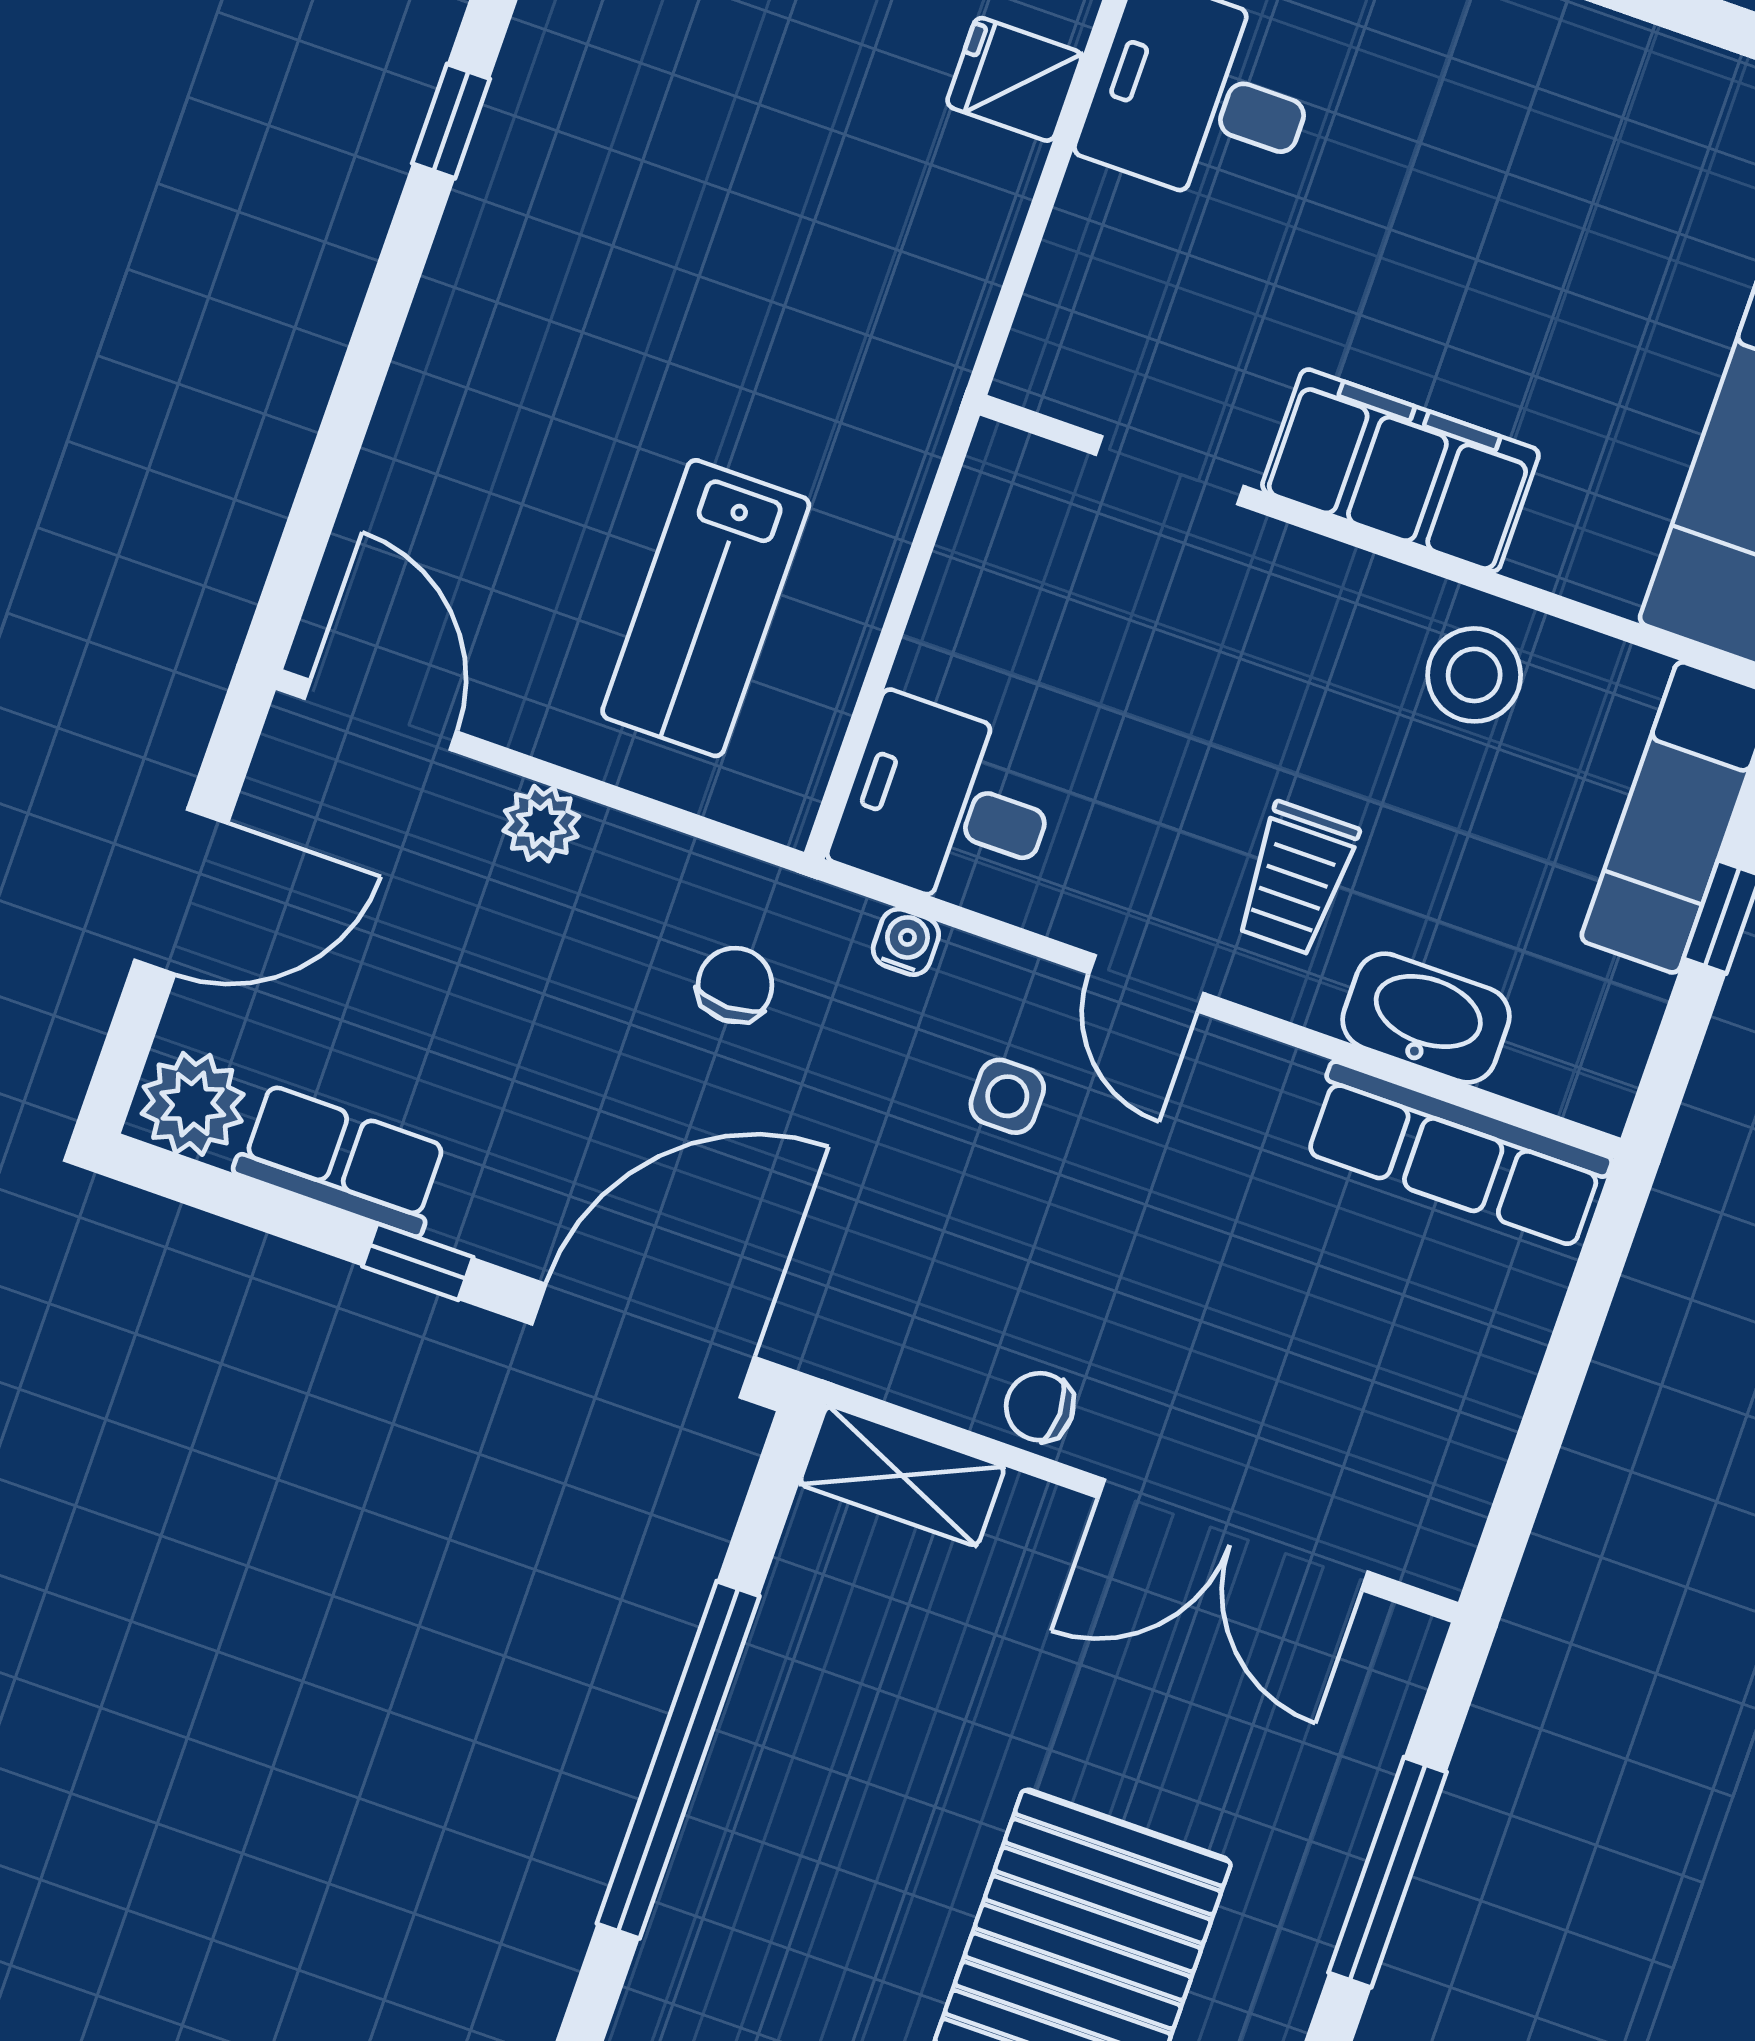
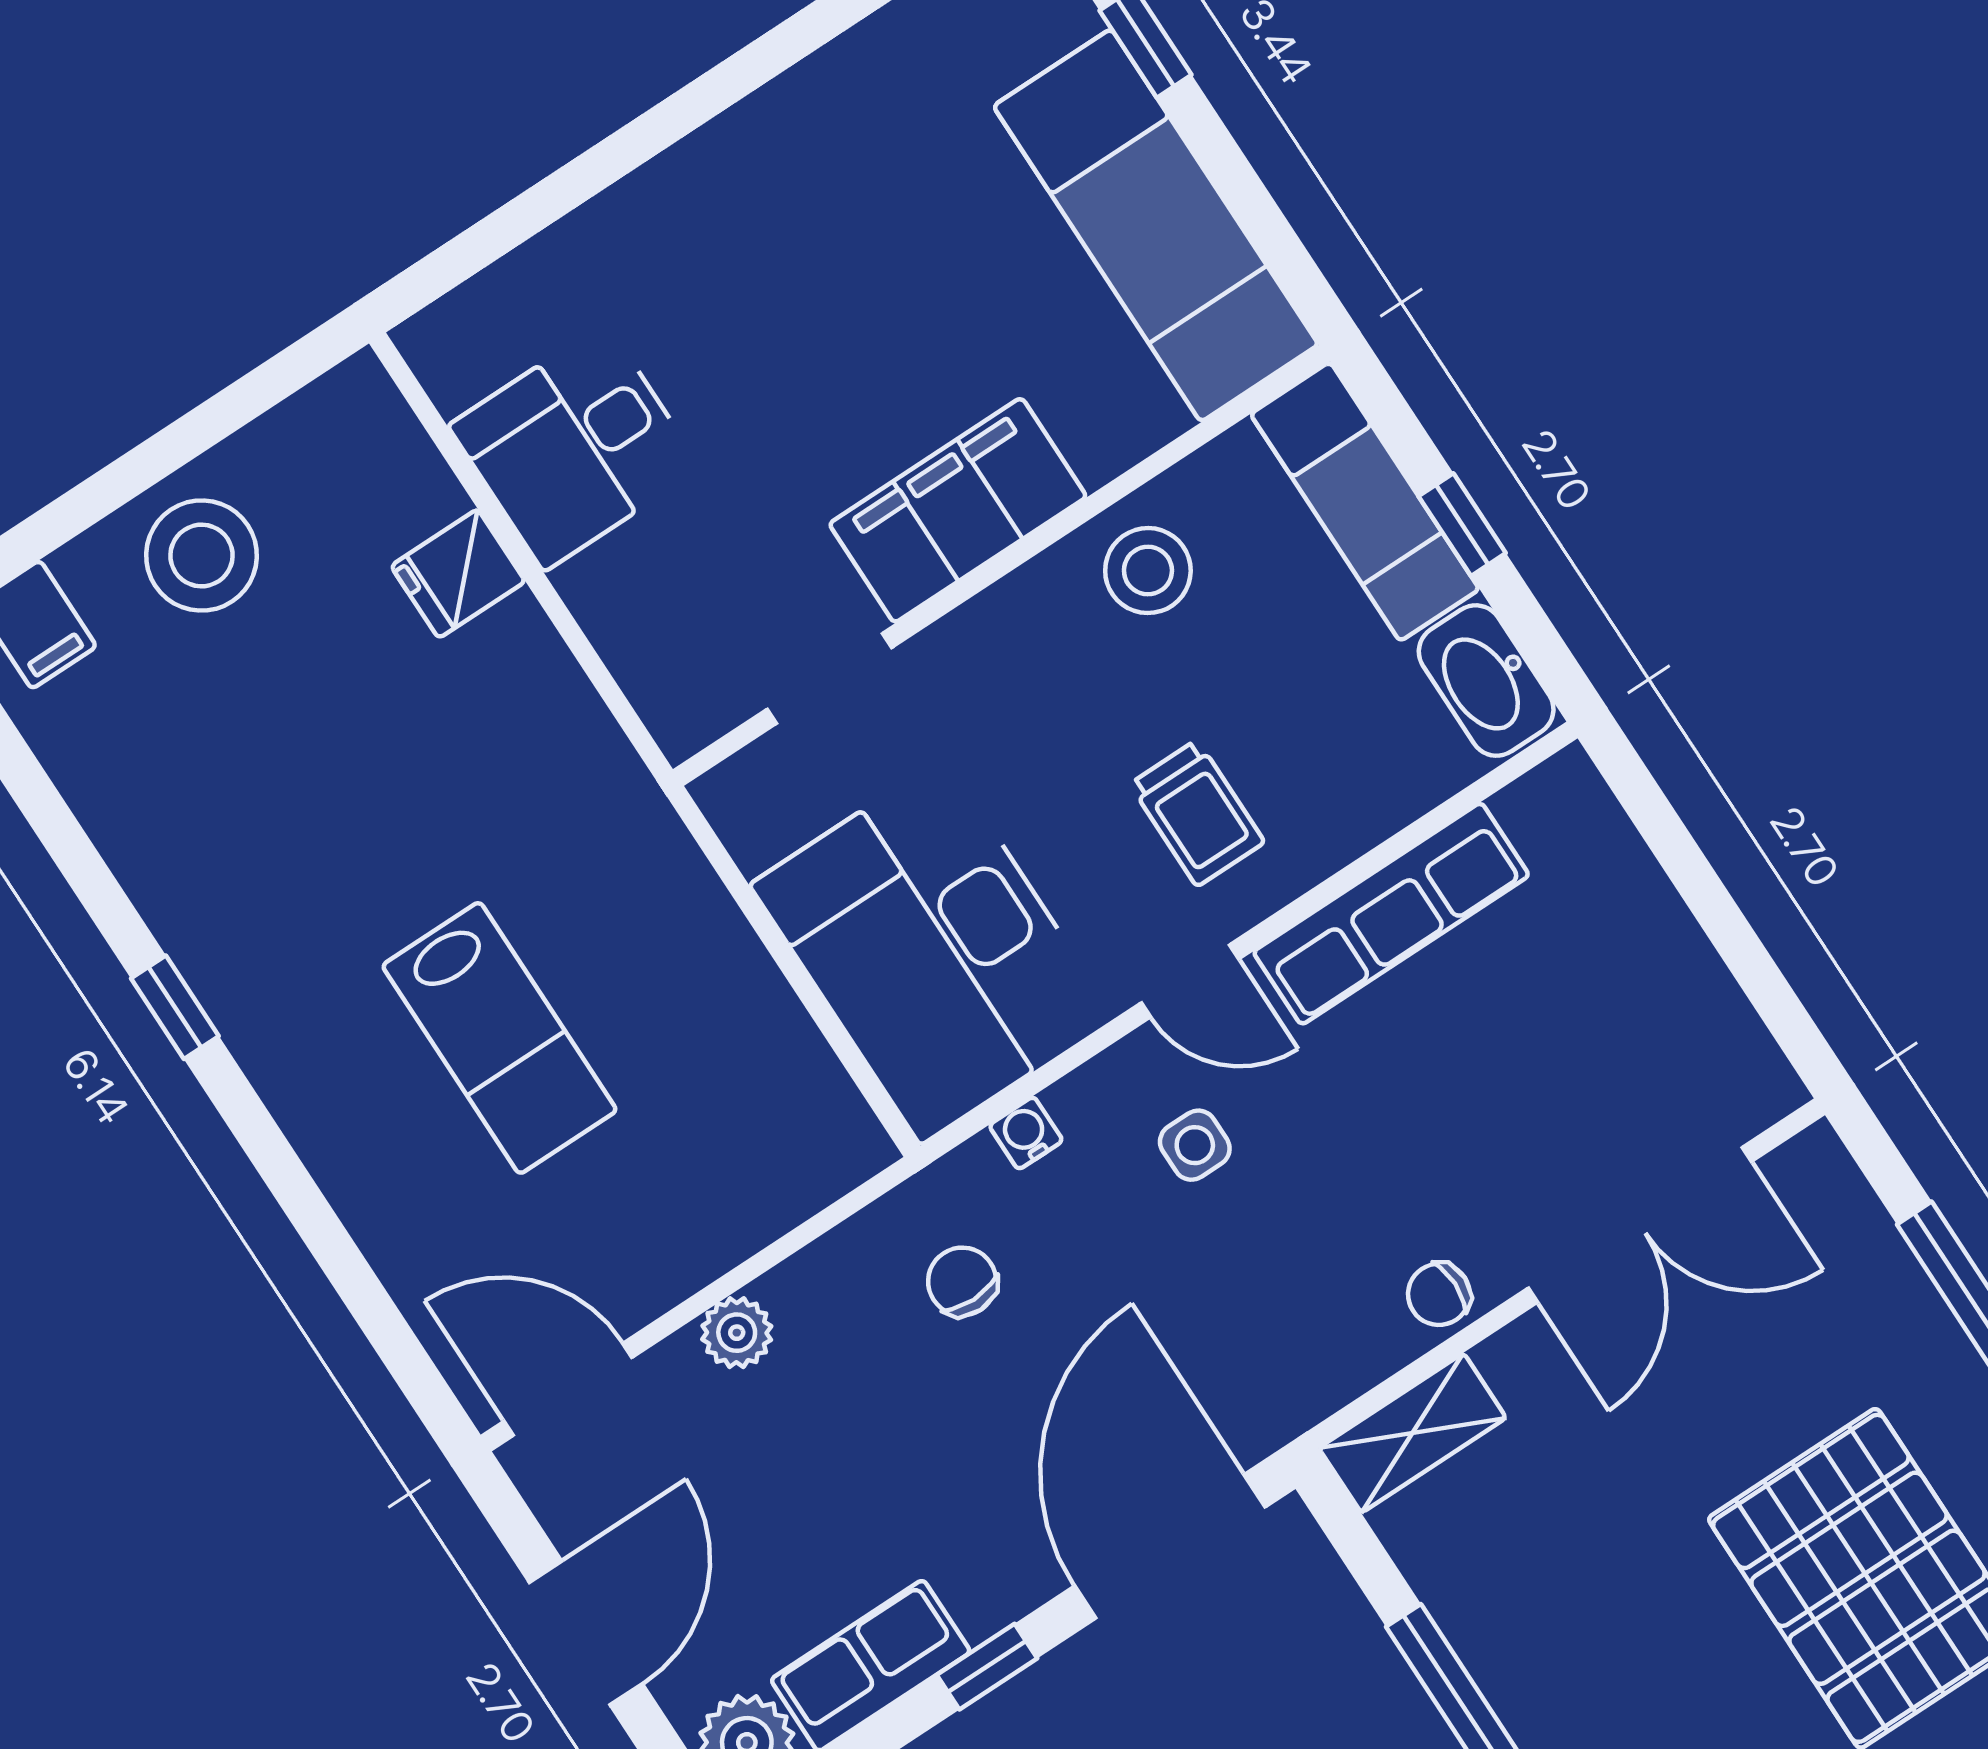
lab bench: (706, 608) -> (500, 1038), moved
desk: (947, 806) -> (932, 951), width x1.87, depth x1.30
washbasin: (1426, 1018) -> (1486, 681), moved, turned -90
row of seats: (1457, 1155) -> (1391, 914), moved

